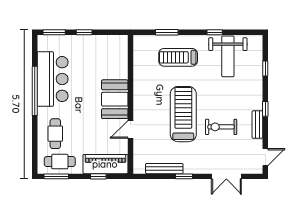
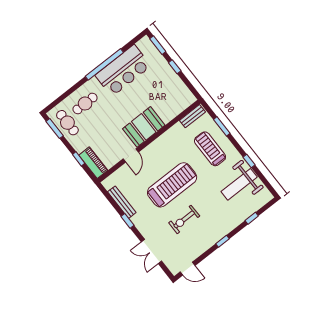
bench: (257, 125) -> (192, 116), moved
exercise bike: (221, 127) -> (184, 219), turned -90
door: (130, 129) -> (131, 155), swing flipped
piano: (105, 164) -> (93, 163), width x0.73, depth x0.75

